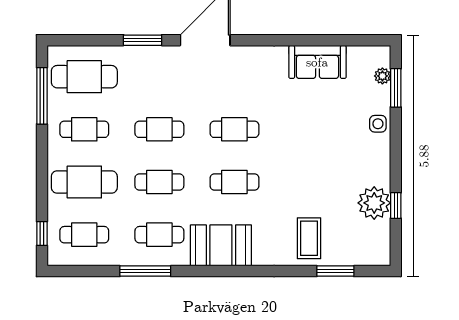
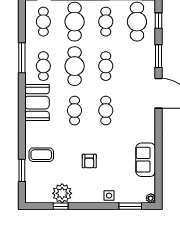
window: (83, 40) -> (159, 21), added
plant: (382, 76) -> (151, 198), moved
armchair: (320, 157) -> (89, 161), added
cafe table: (159, 182) -> (75, 66), width x1.37, depth x1.35

